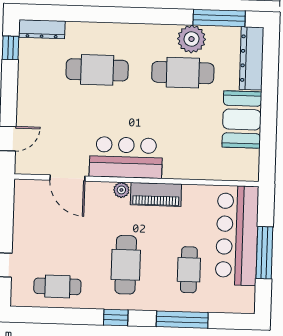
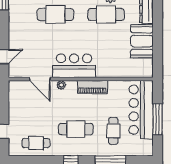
plant: (121, 190) -> (61, 85), moved
cafe table: (126, 265) -> (76, 129), turned 90

